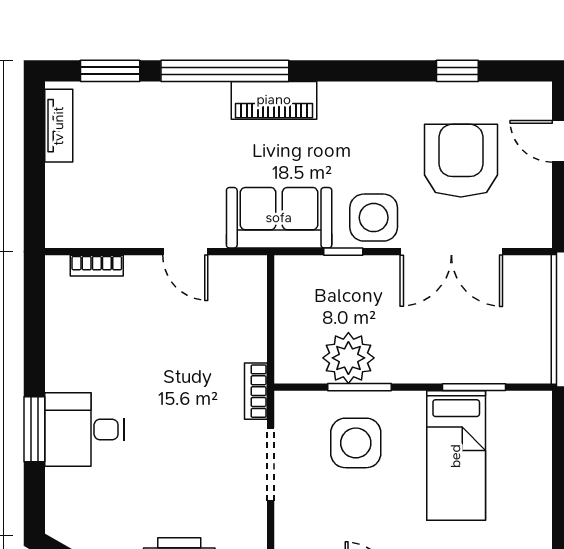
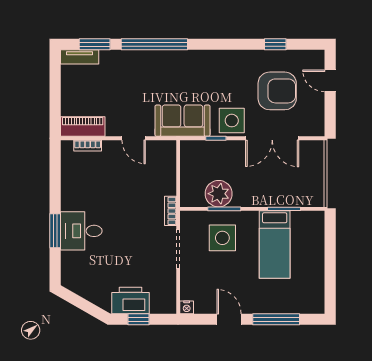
piano: (274, 100) -> (83, 127), moved, turned 180
tv unit: (59, 126) -> (80, 57), moved, turned 90
armchair: (461, 161) -> (277, 91), turned 90

